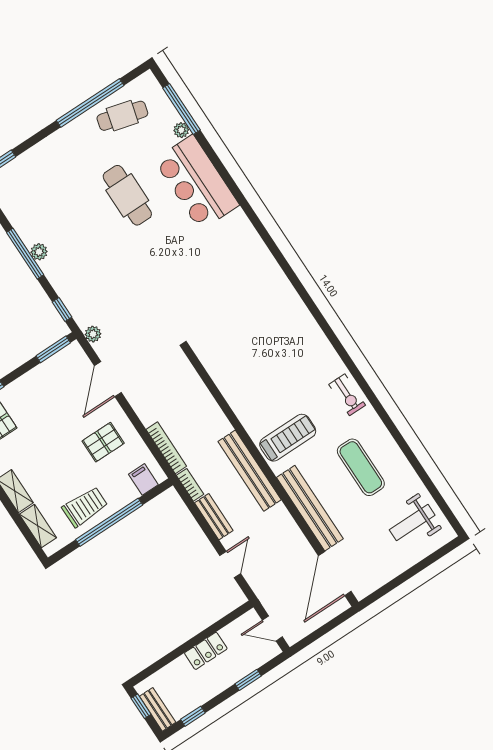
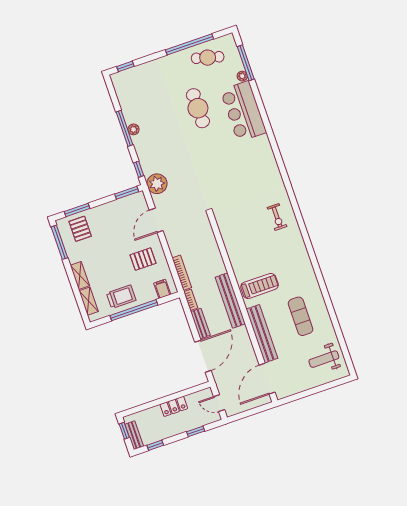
plant: (93, 334) -> (157, 184), width x1.88, depth x1.88
exercise bike: (347, 395) -> (277, 217), moved
door: (230, 565) -> (203, 356), width x1.87

